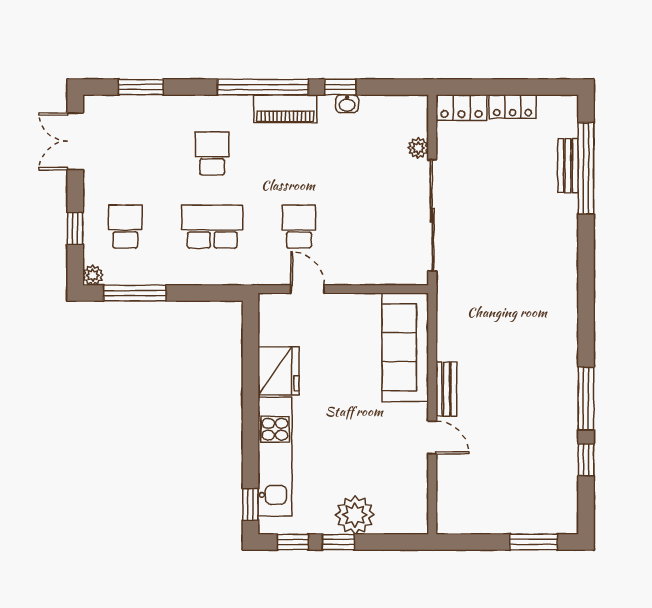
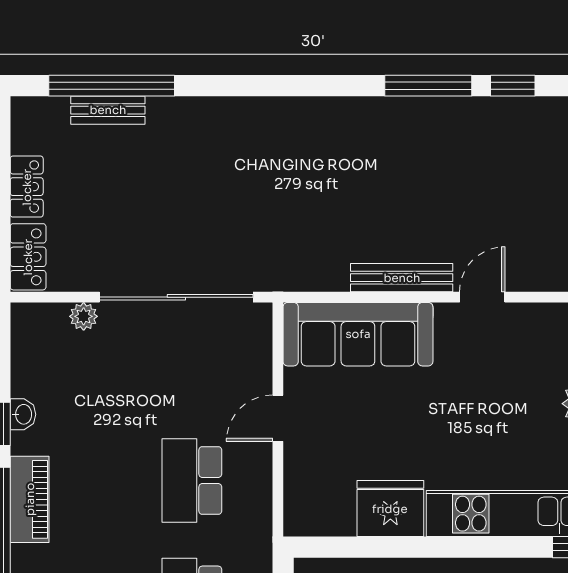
school desk: (299, 227) -> (192, 480), width x1.85
door: (307, 289) -> (278, 418), moved
bench: (446, 389) -> (402, 278), width x1.36

